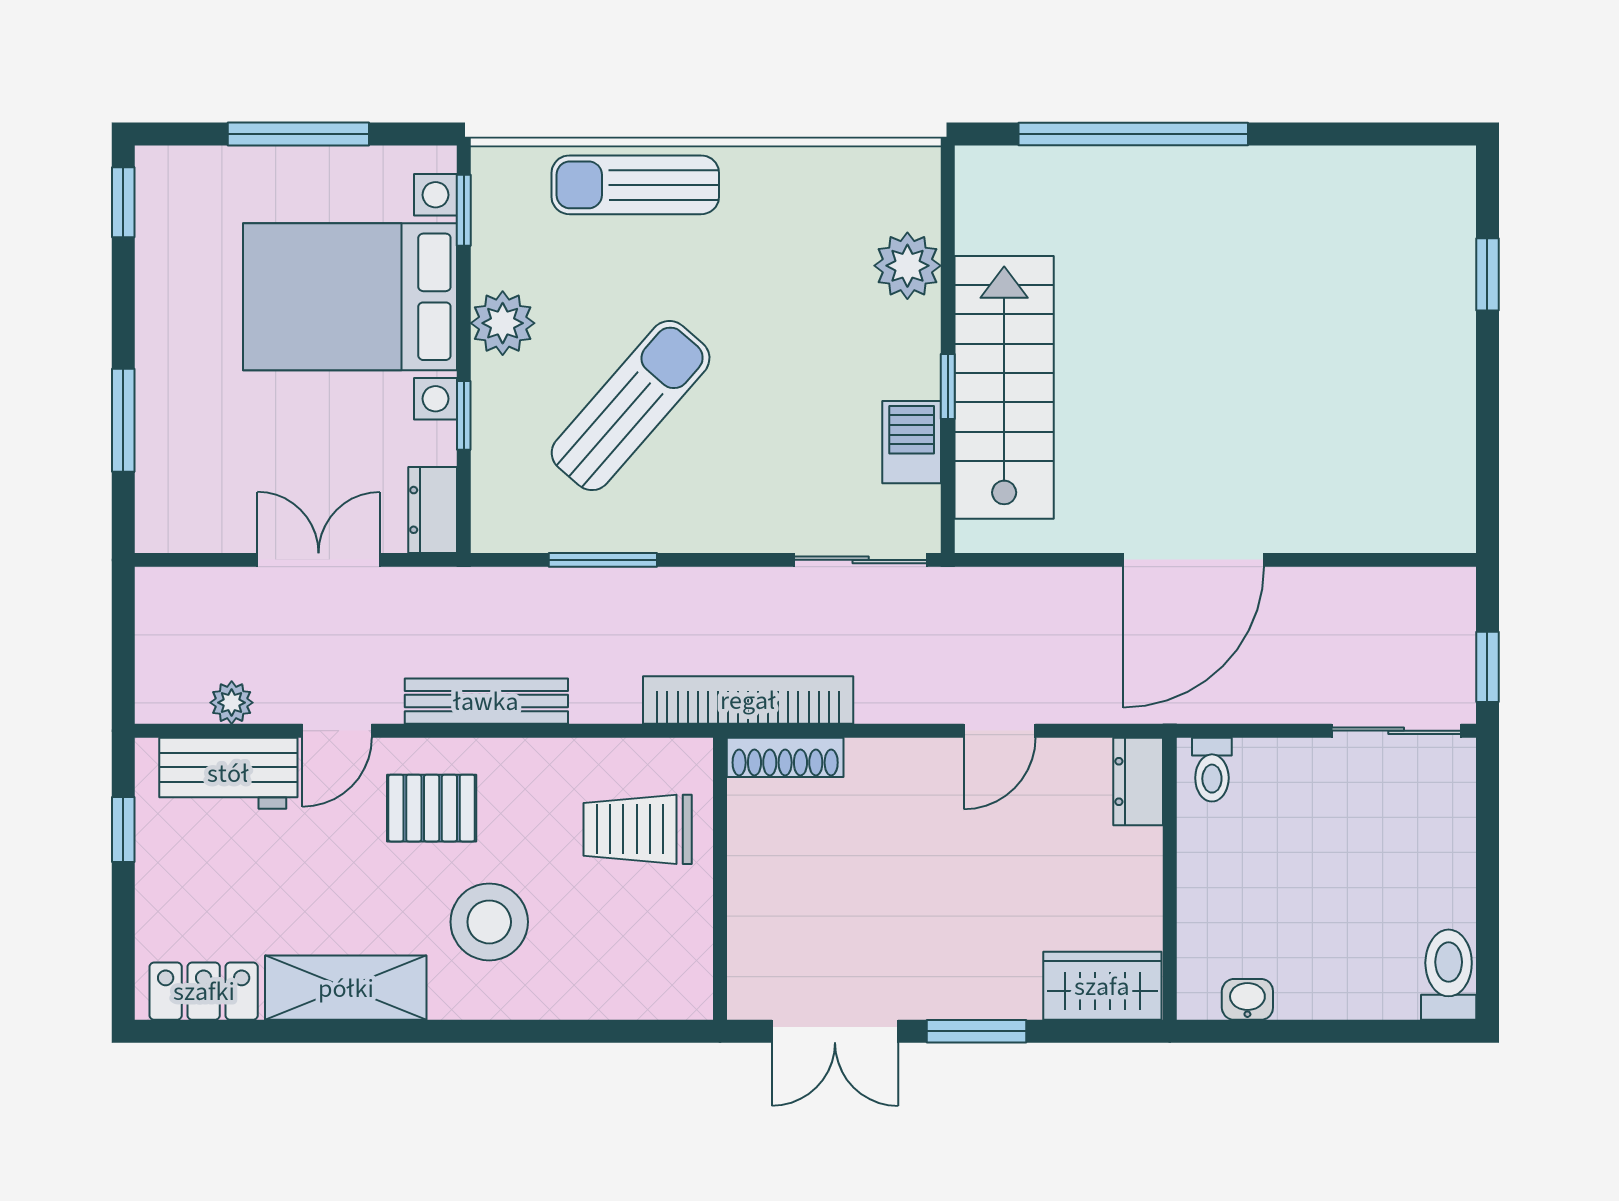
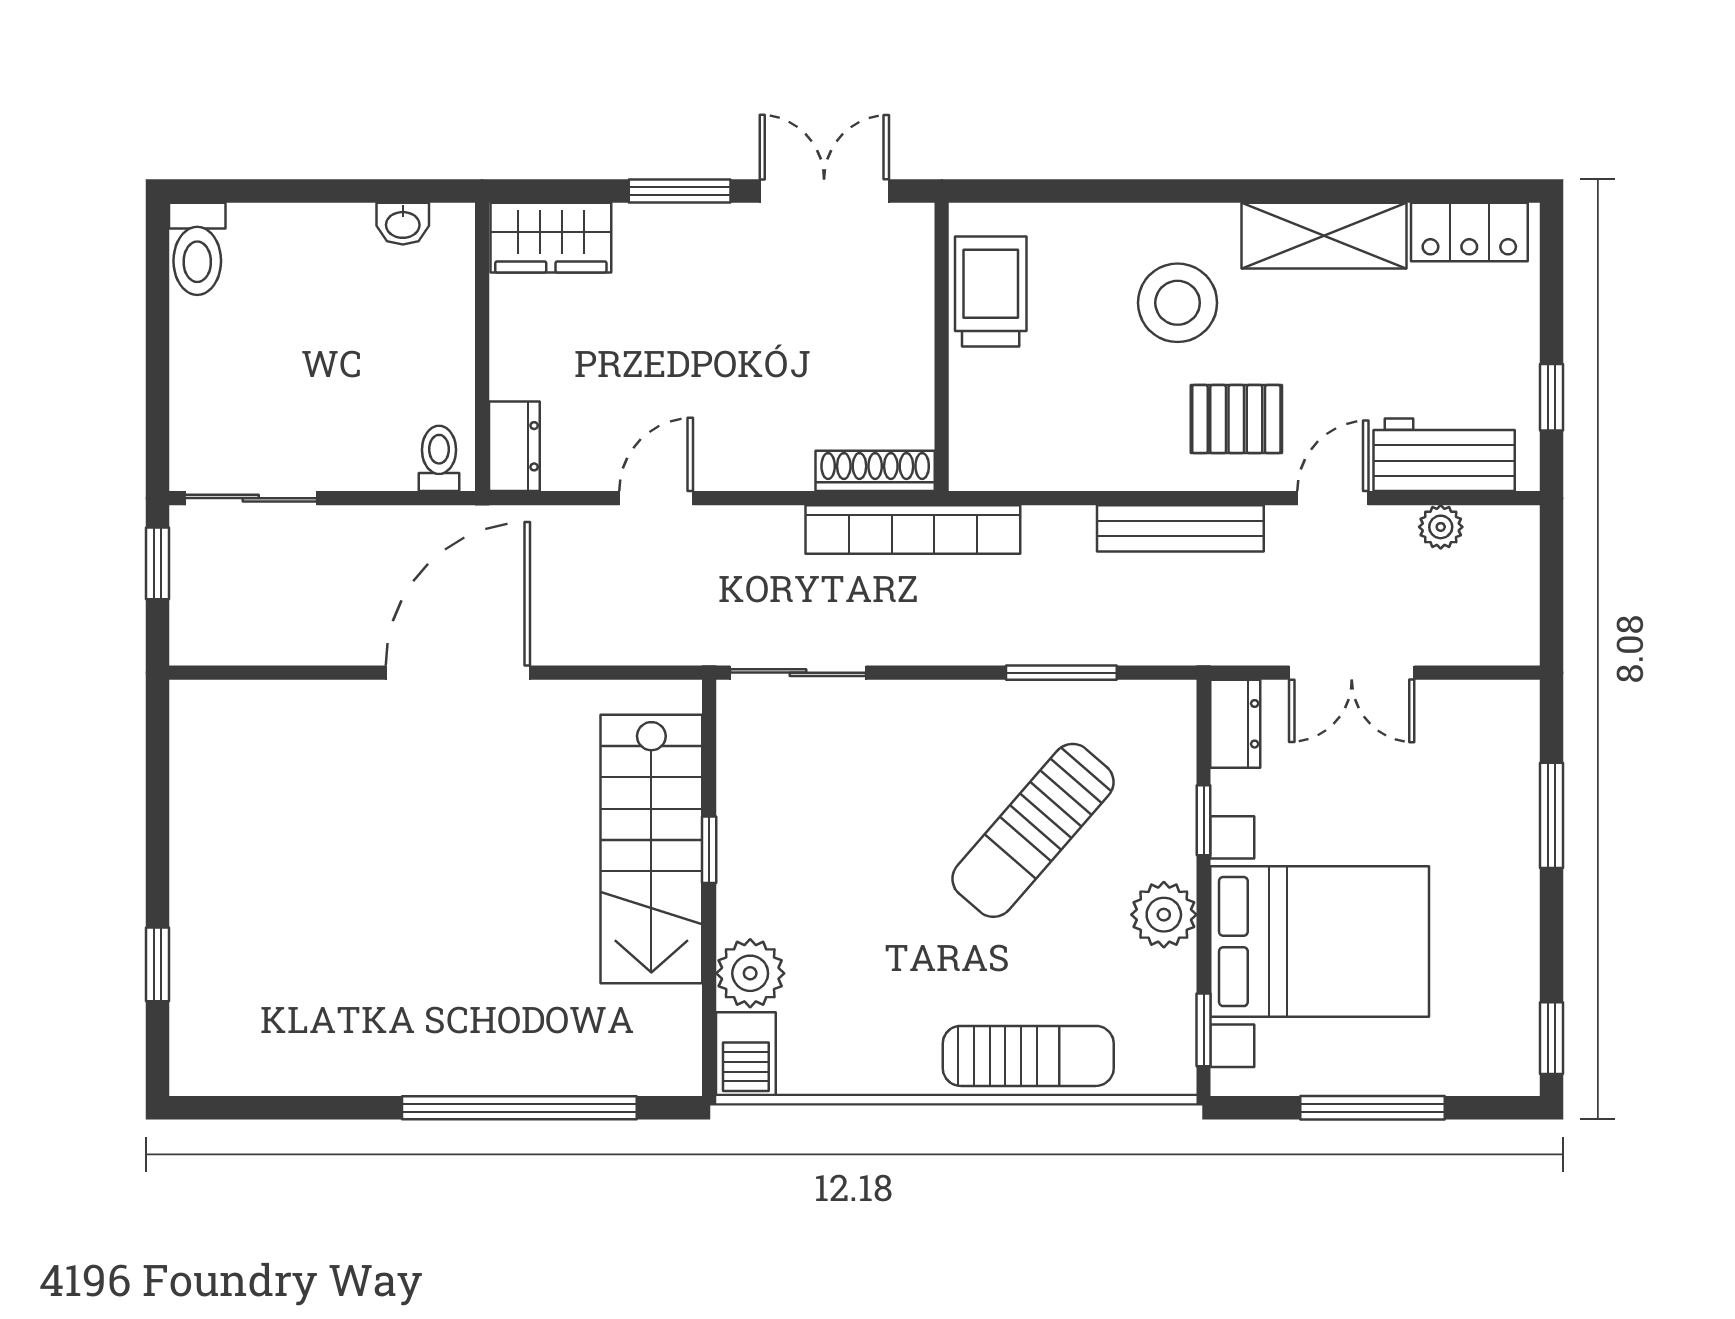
barbecue: (912, 442) -> (746, 1054), moved
trolley: (638, 829) -> (991, 291), moved, turned -90

